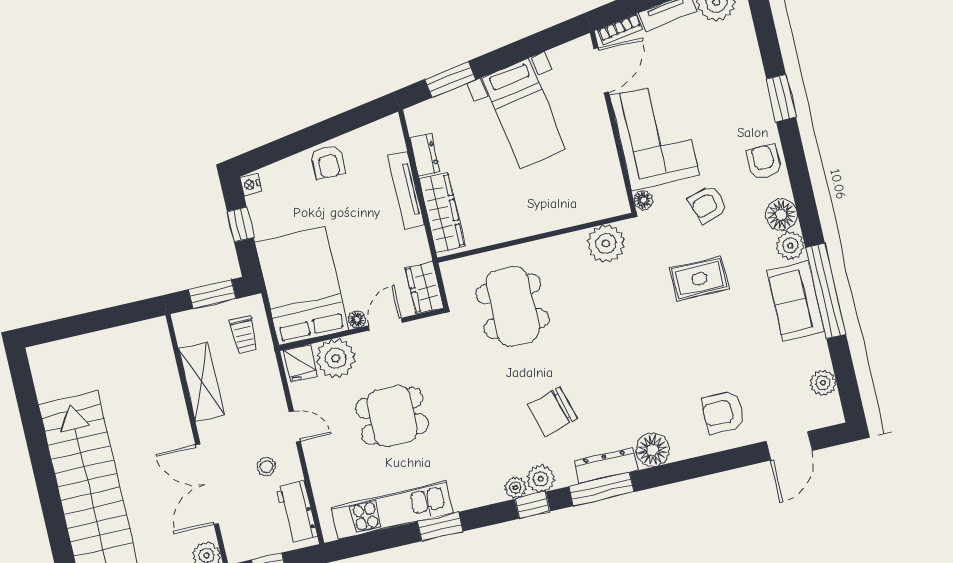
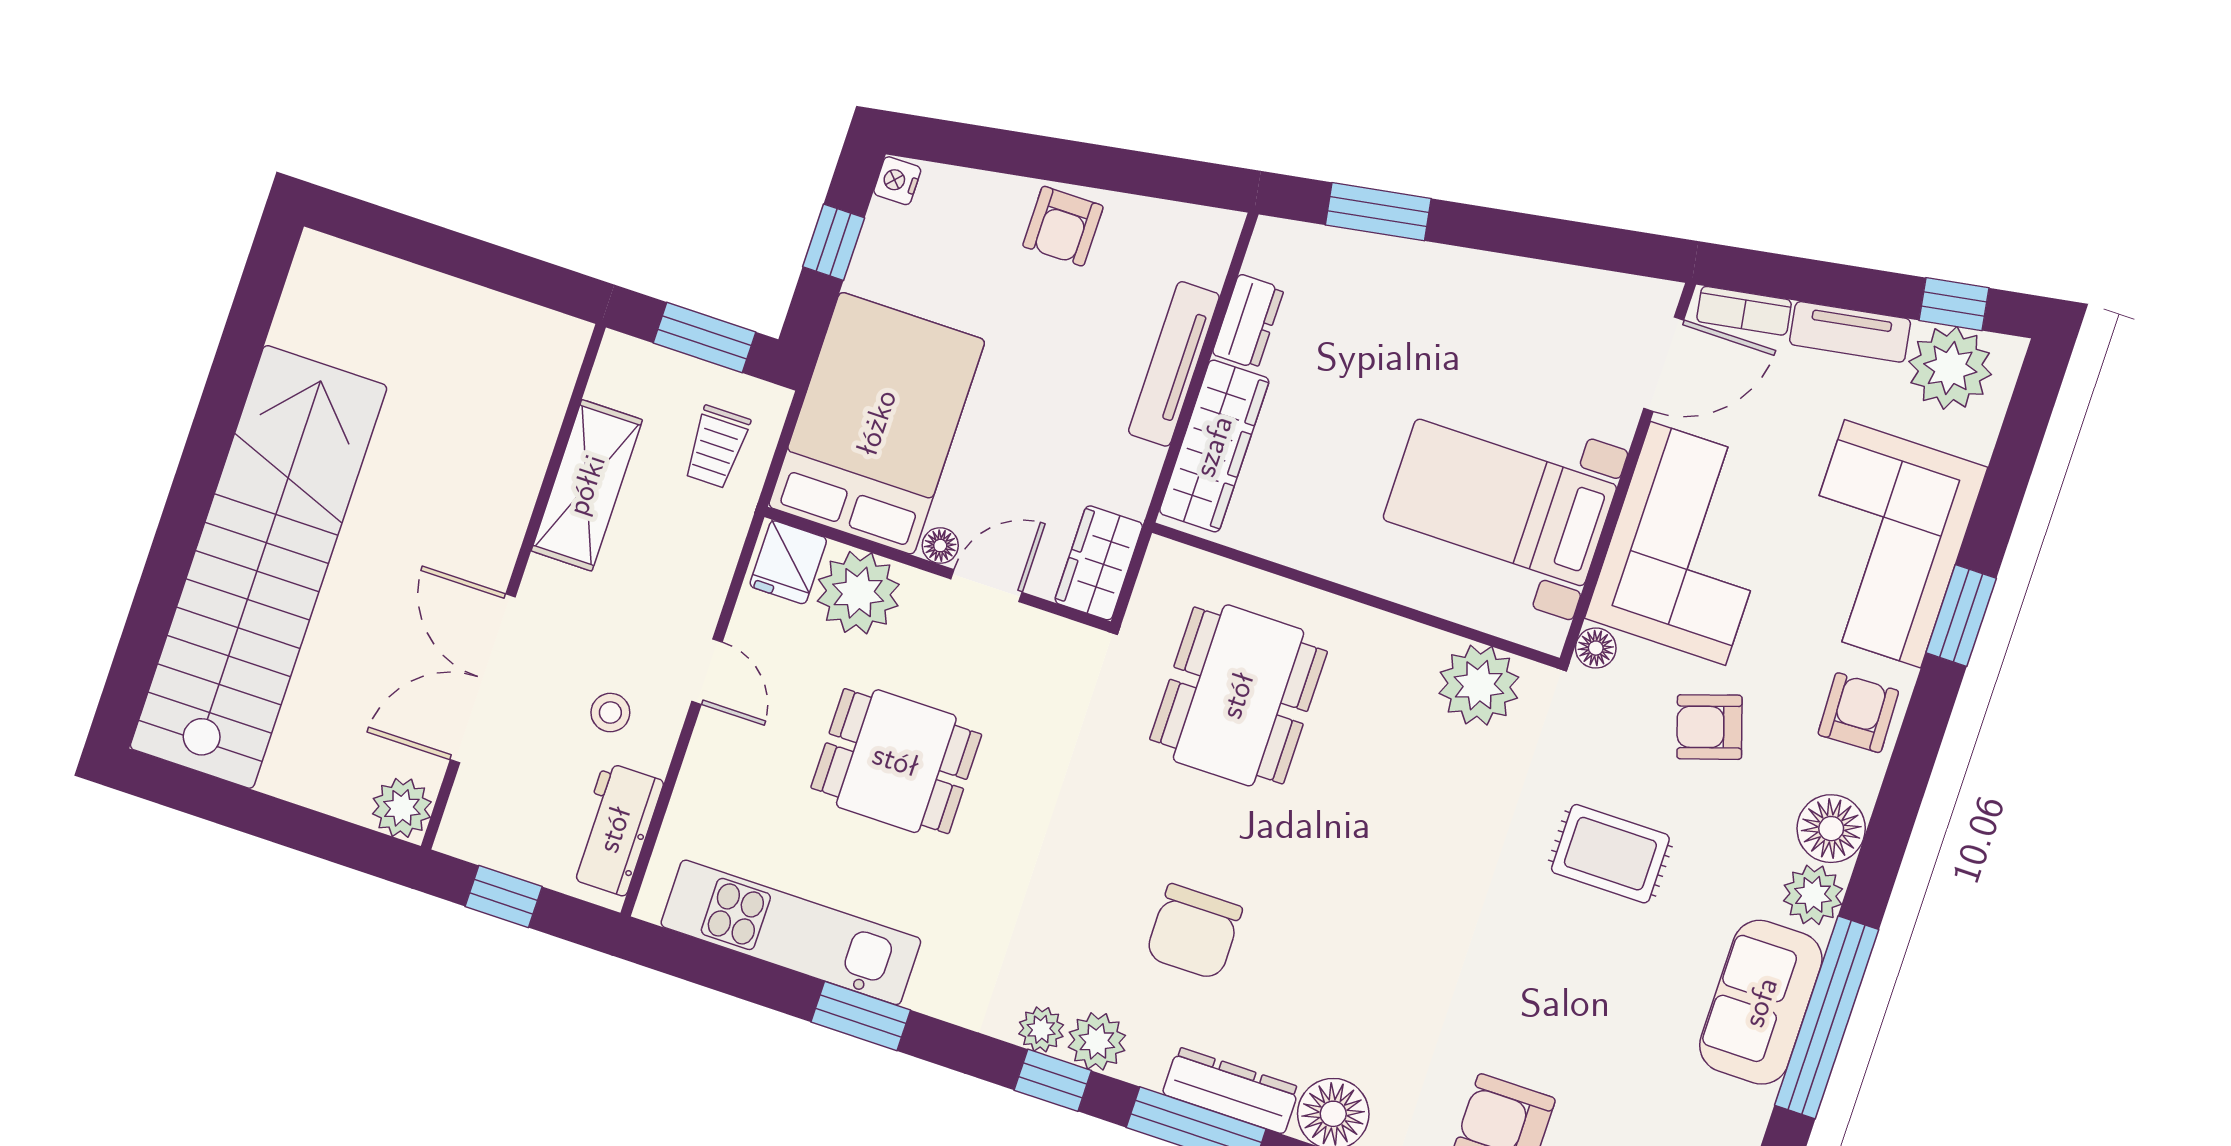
corner sofa: (732, 88) -> (1883, 544), added
bed with nightstands: (524, 113) -> (1500, 502), moved, turned 99
chair: (552, 411) -> (1194, 932), turned -74

